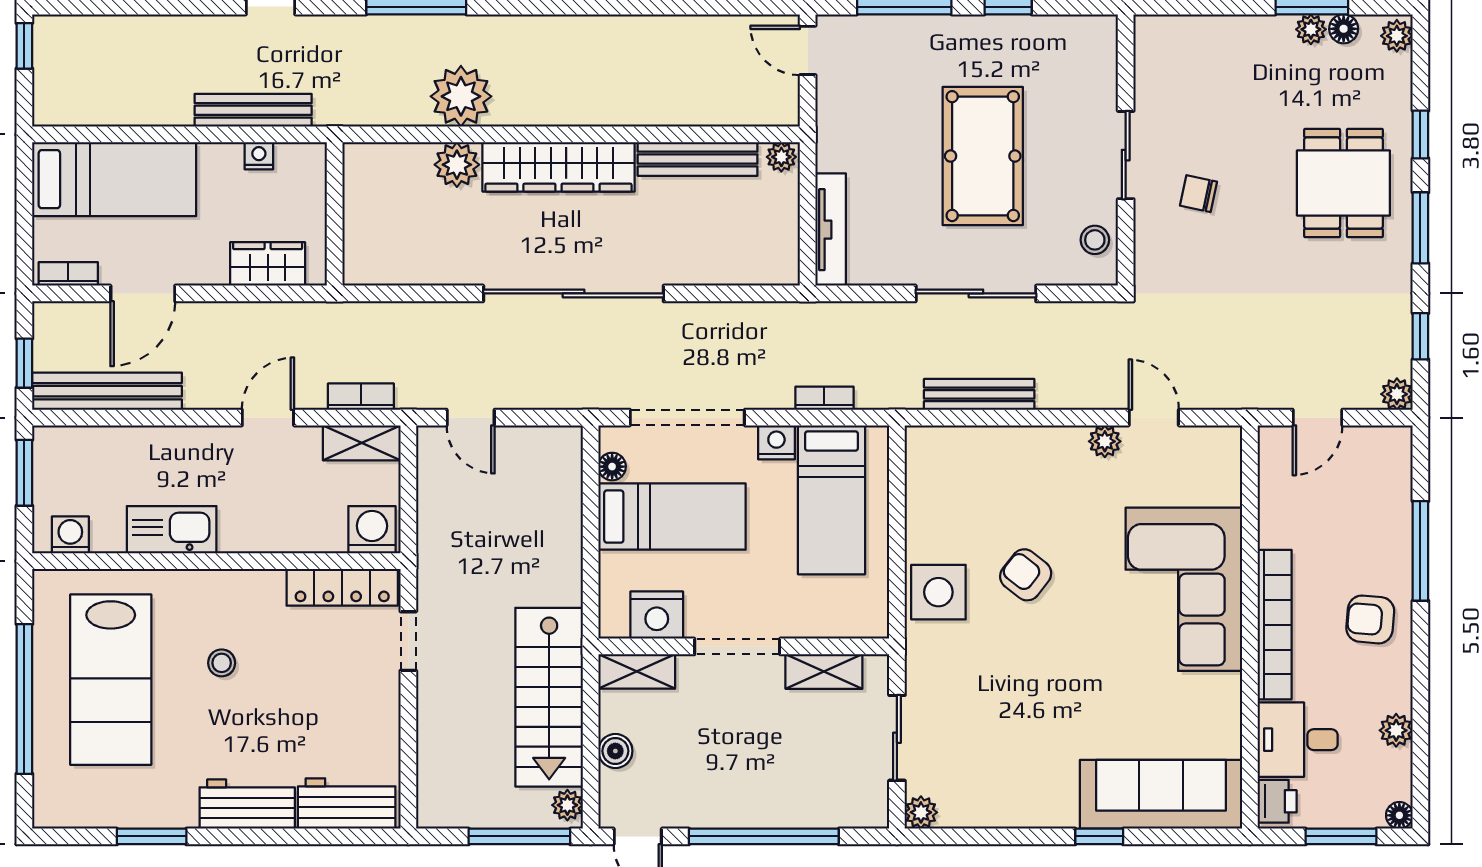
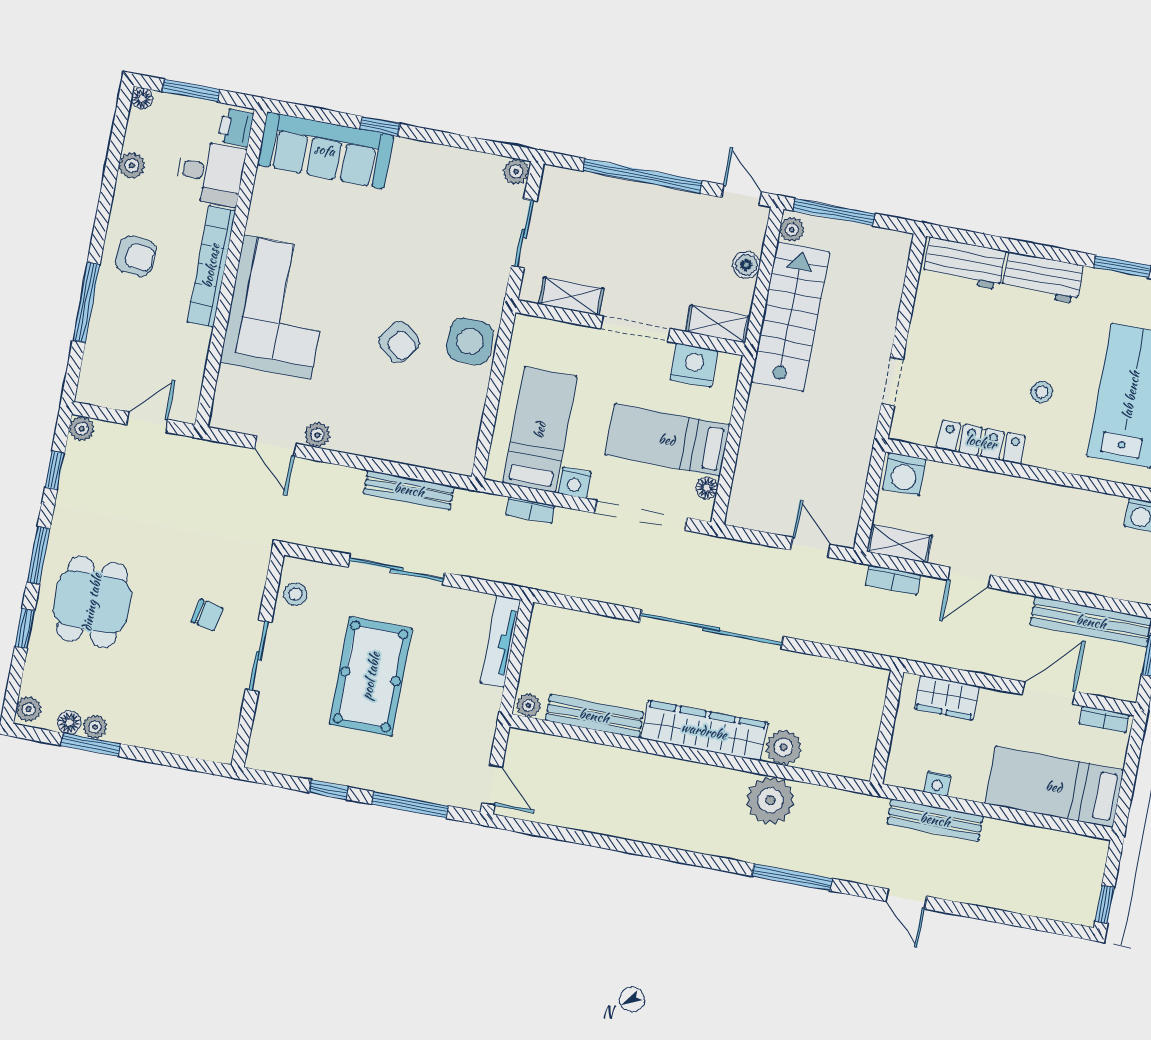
kitchen sink: (172, 530) -> (1061, 504), removed
locker: (342, 587) -> (981, 442), moved

